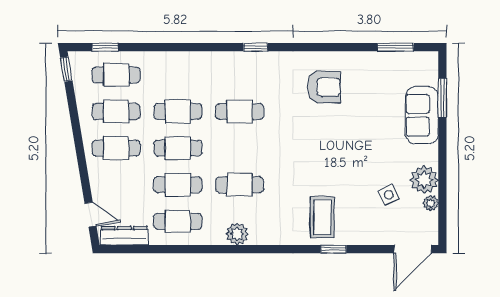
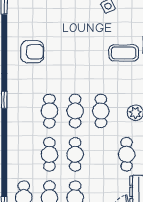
armchair: (324, 87) -> (32, 52), turned 90
cafe table: (178, 185) -> (75, 111), moved

